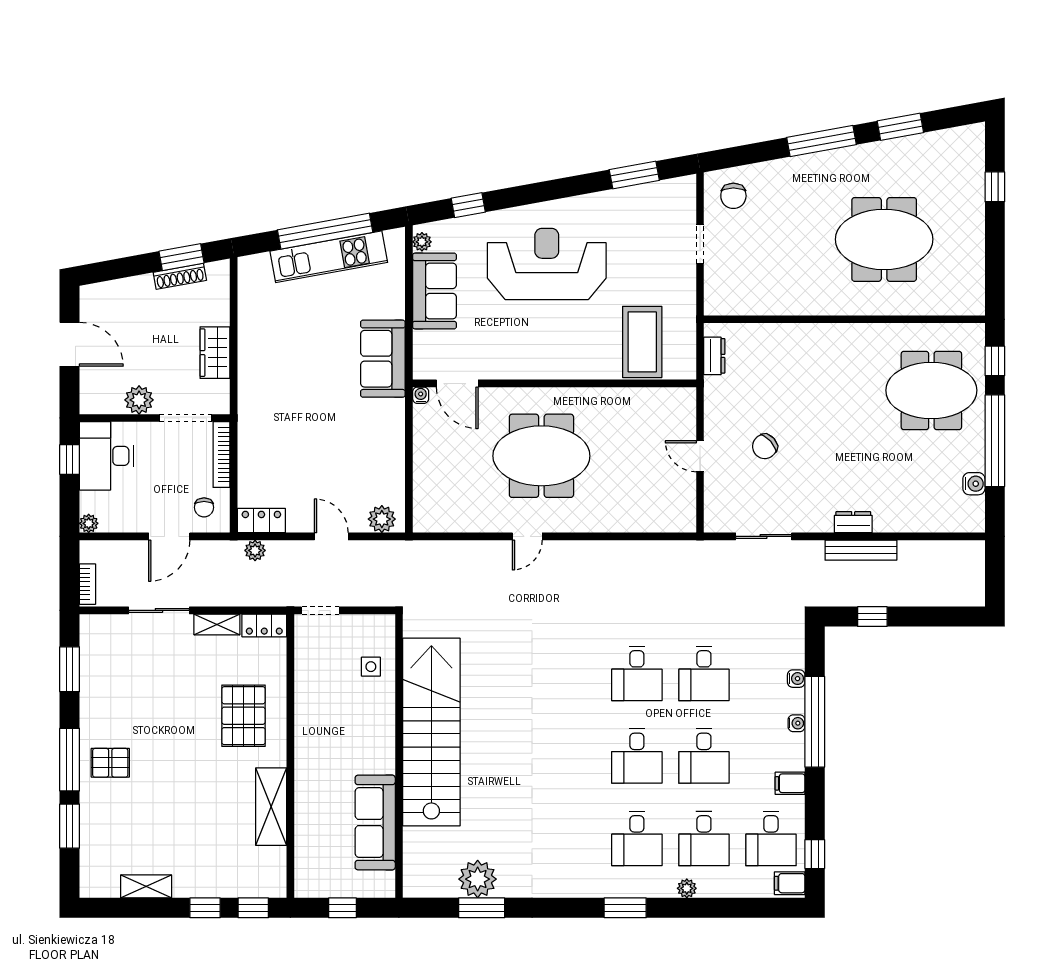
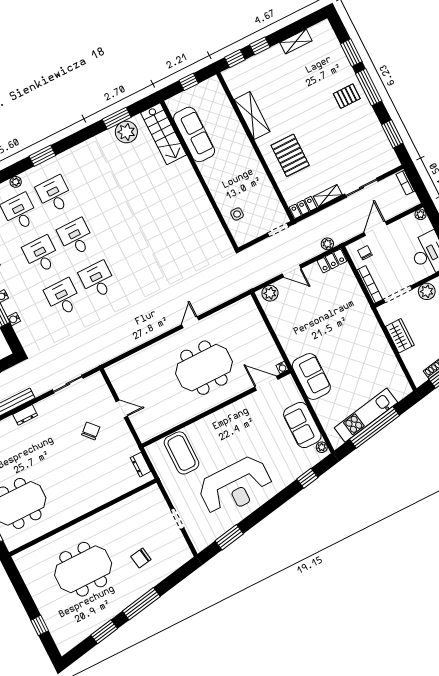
chair: (733, 196) -> (141, 558), moved, turned -99
reception desk: (547, 264) -> (235, 486), moved
stairs: (431, 732) -> (163, 134), moved, width x0.54, depth x0.66

